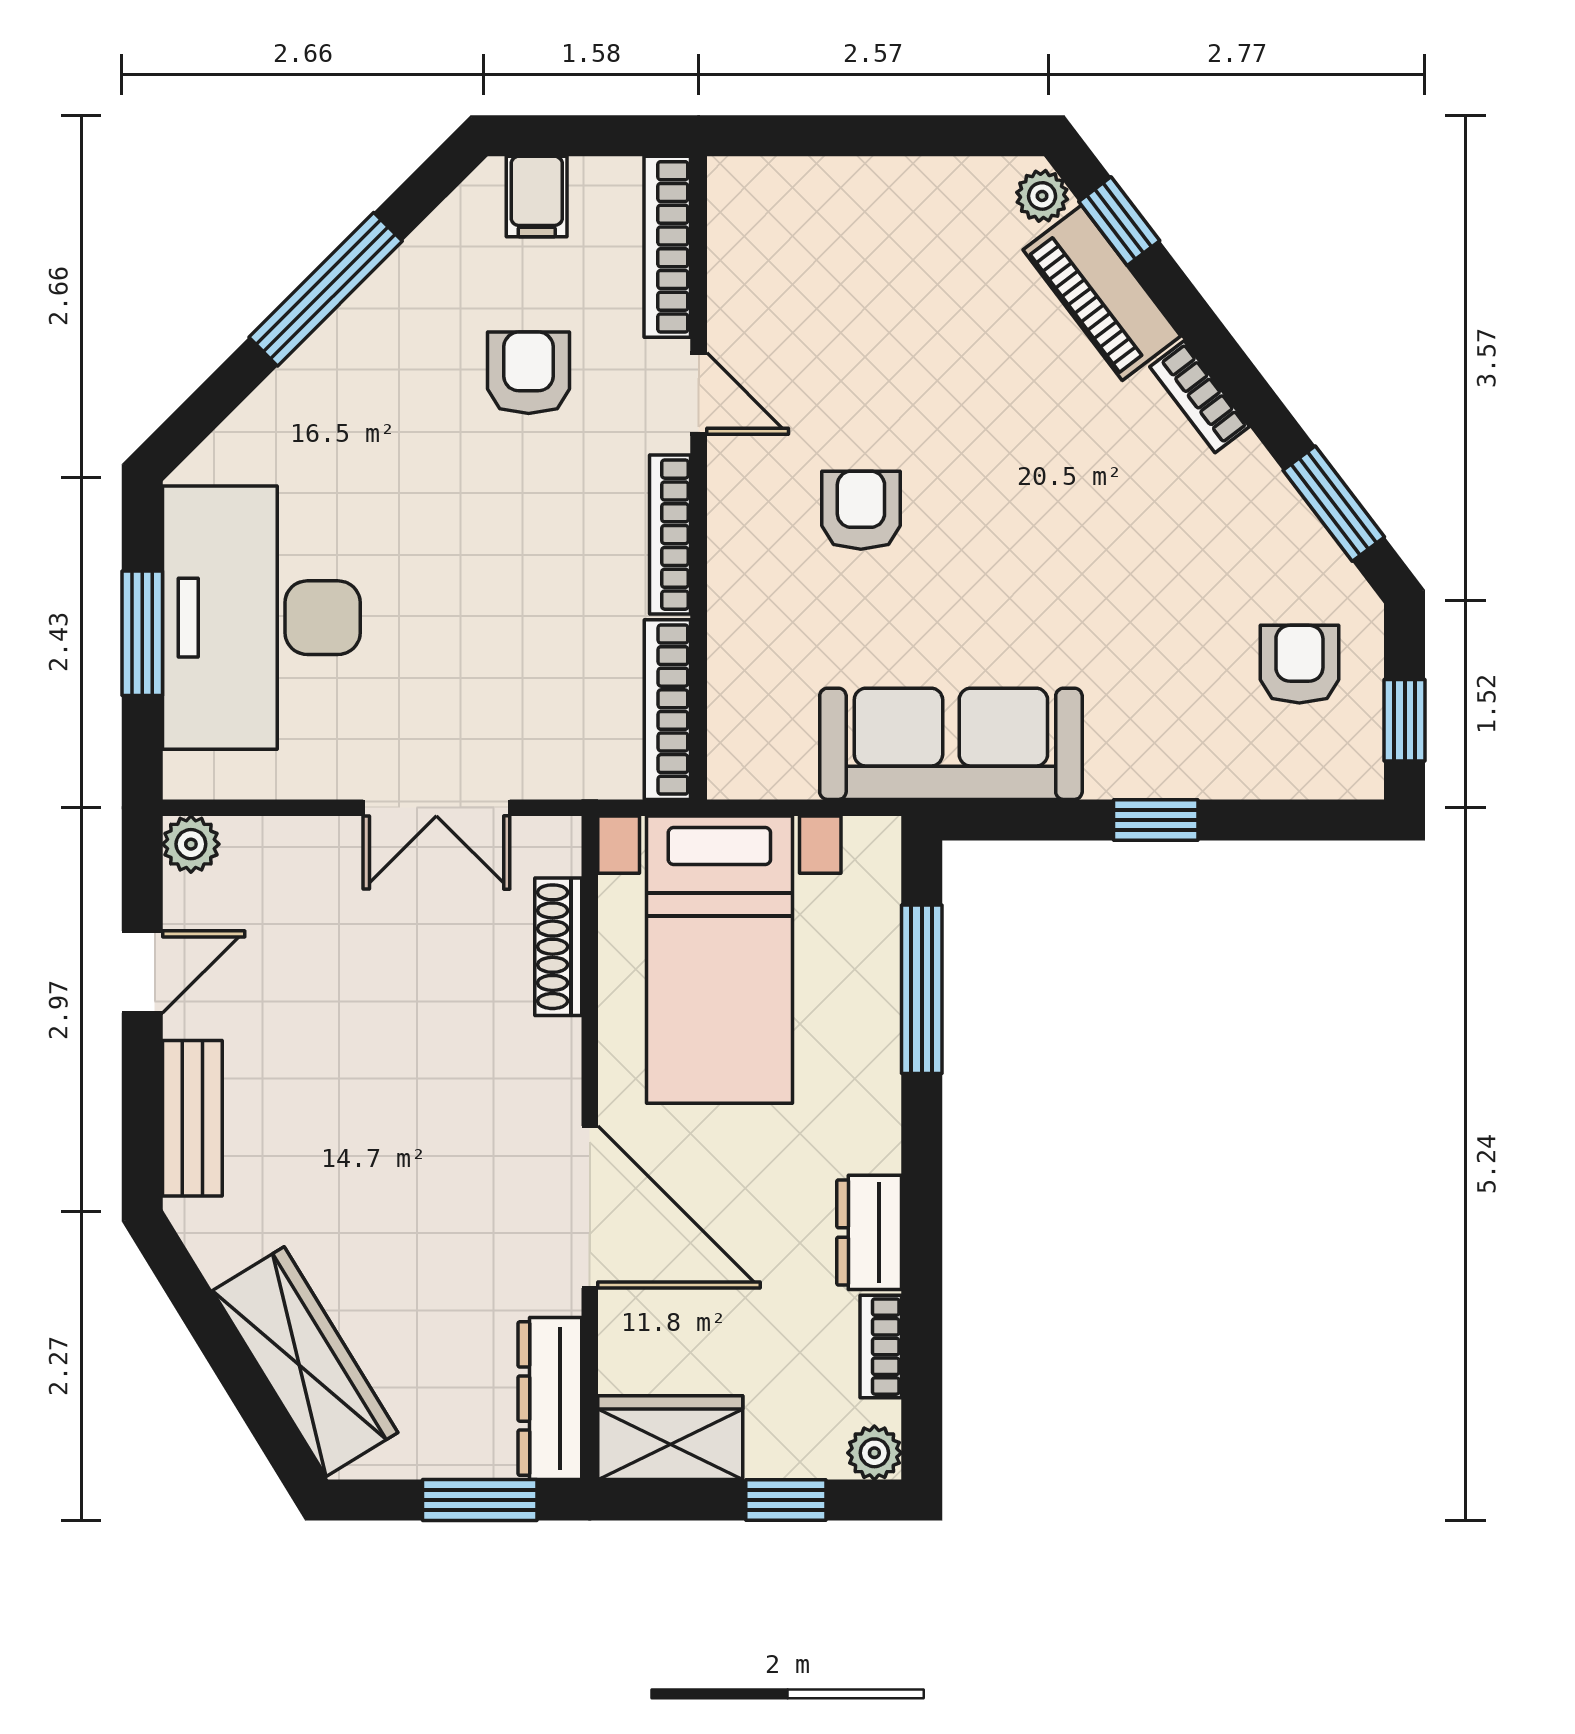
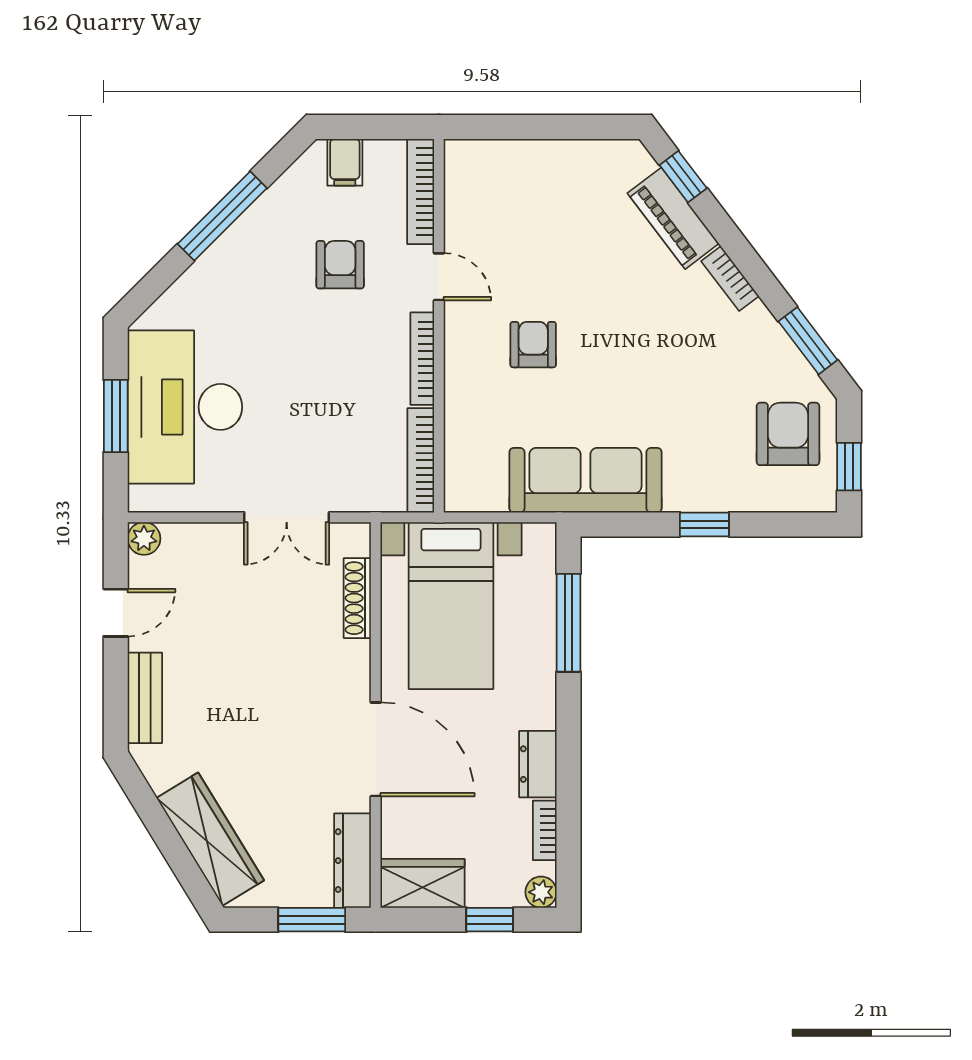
plant: (1042, 196) -> (638, 162), removed
armchair: (1299, 664) -> (788, 434), width x1.38, depth x1.38

